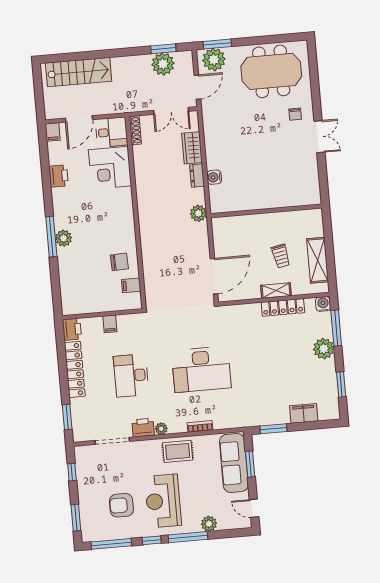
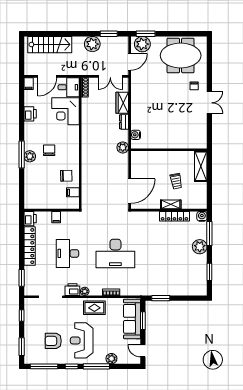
plant: (163, 64) -> (92, 44), moved
water cooler: (214, 177) -> (136, 135), moved
chair: (91, 227) -> (49, 150), added
shelving: (318, 260) -> (201, 166), moved
filing cabinet: (304, 413) -> (182, 289), removed

